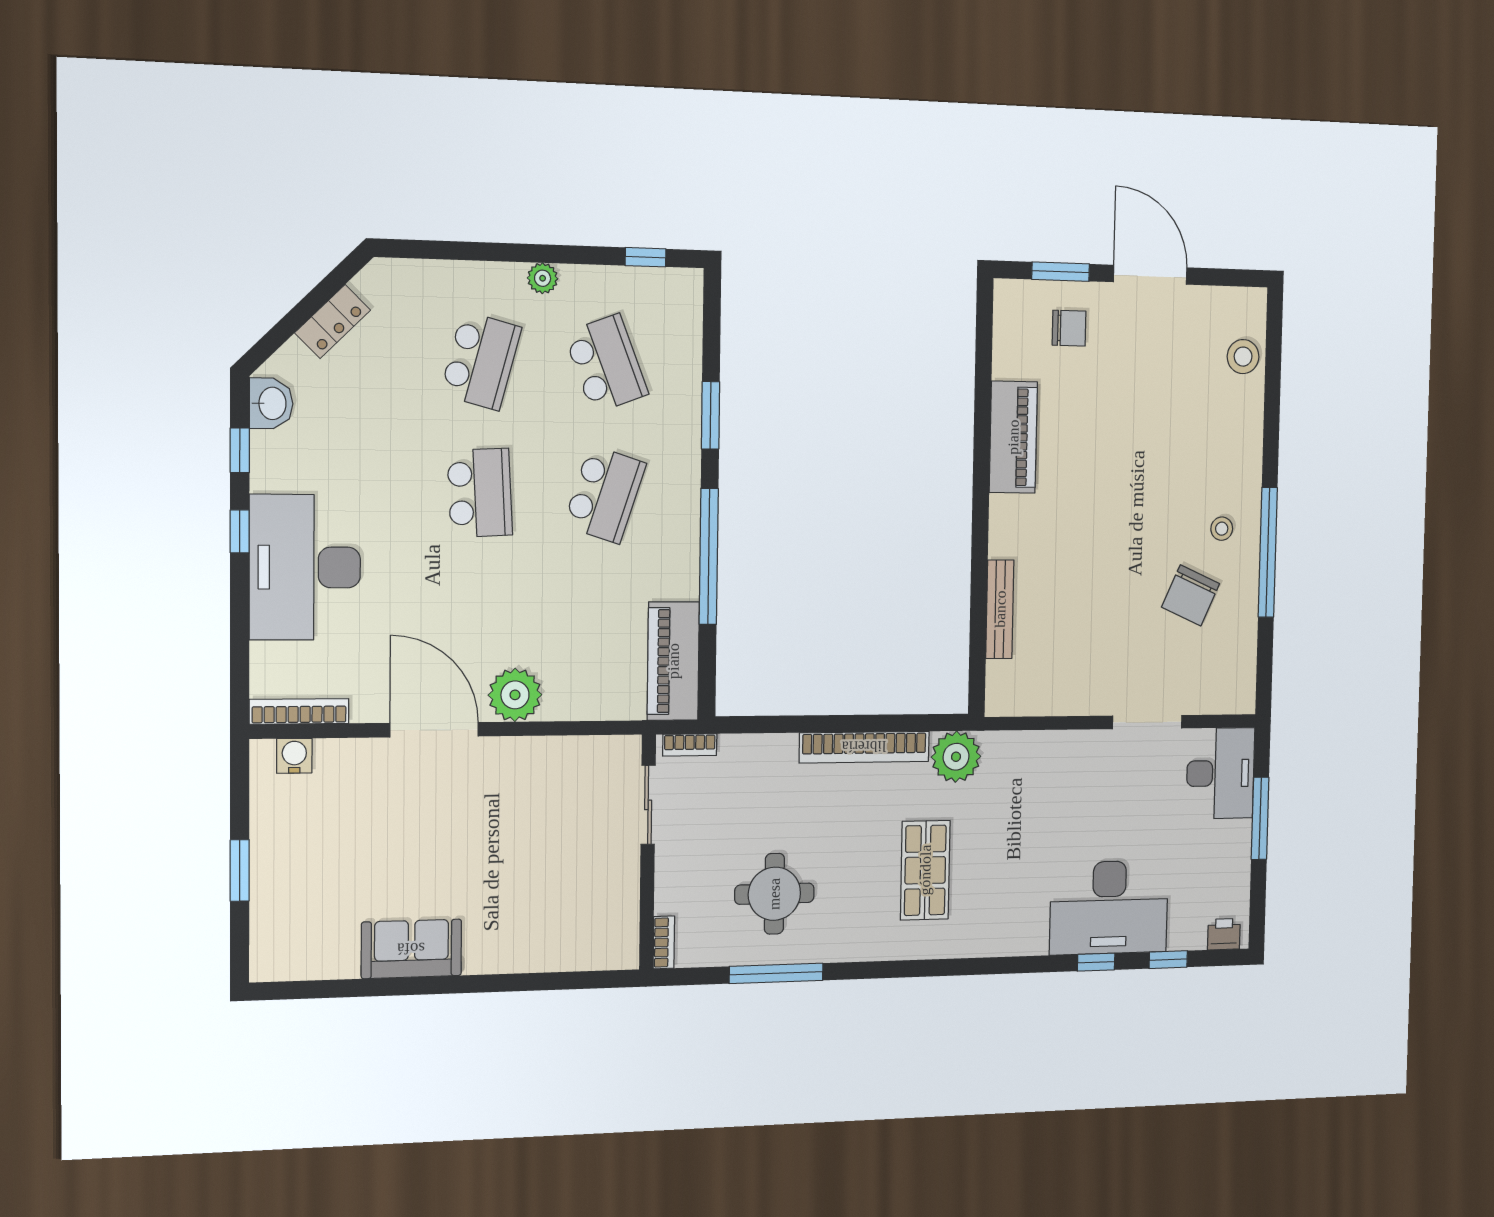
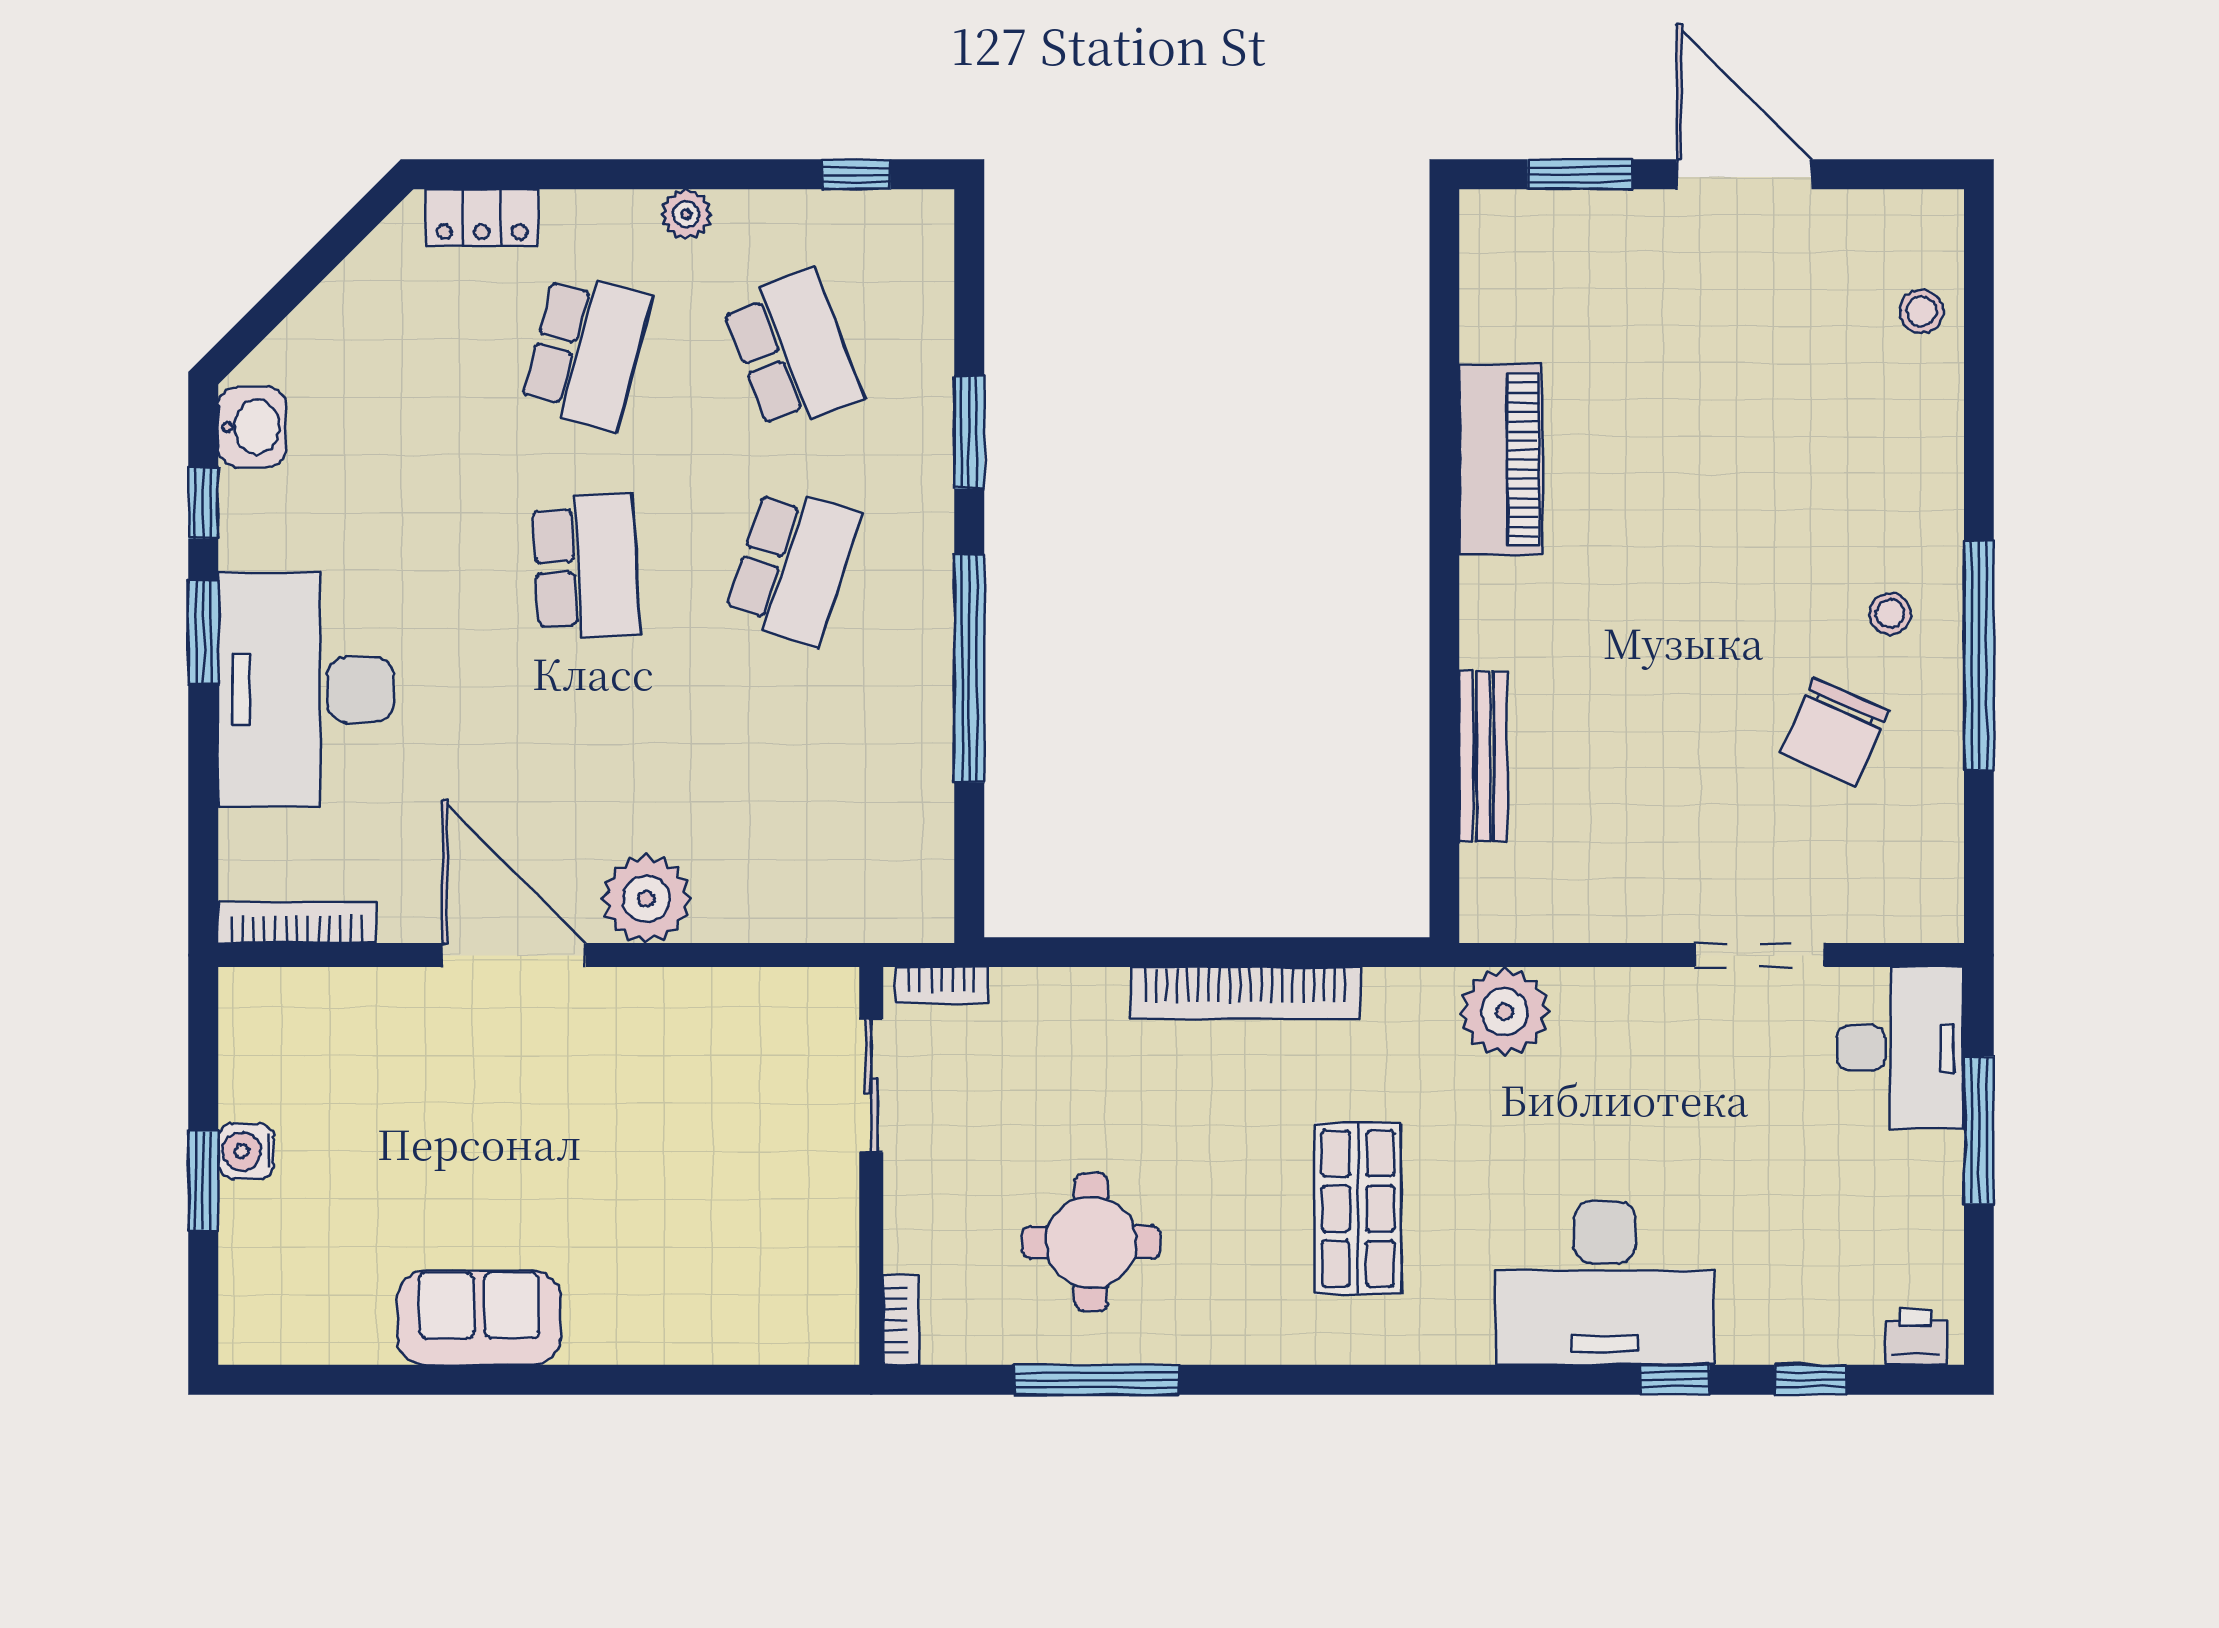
locker: (333, 321) -> (482, 218), moved, turned 45
chair: (1069, 328) -> (1598, 270), removed
stool: (1243, 357) -> (1921, 311), width x0.73, depth x0.73
window: (240, 531) -> (203, 632), width x1.50
piano: (673, 661) -> (911, 844), removed
water cooler: (294, 756) -> (246, 1151), moved, turned -90
plant: (956, 757) -> (1504, 1012), moved
desk: (1109, 908) -> (1605, 1283), moved

